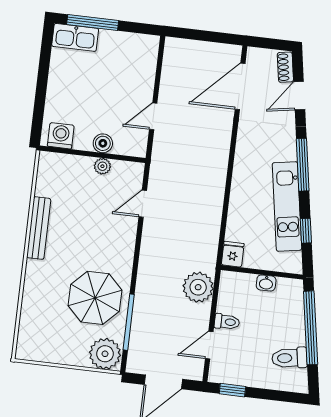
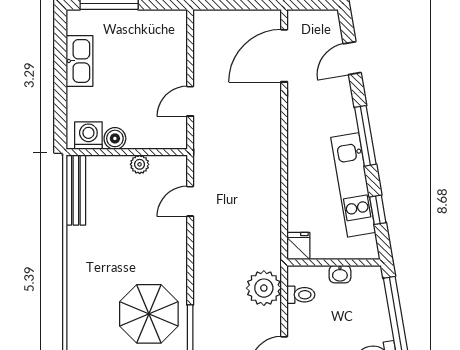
kitchen sink: (75, 37) -> (79, 61), moved, turned -90
shoe rack: (285, 67) -> (333, 28), removed
boiler: (103, 143) -> (115, 138), moved
bench: (39, 228) -> (76, 190), moved
toilet: (227, 322) -> (301, 295), moved

